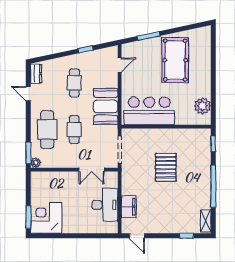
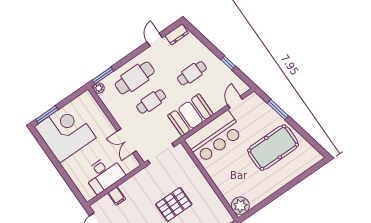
door: (120, 65) -> (235, 102), swing flipped
plant: (202, 106) -> (240, 206), moved
bar counter: (149, 111) -> (214, 137), moved, turned 90
filing cabinet: (129, 207) -> (117, 196), width x0.50
corner desk: (46, 218) -> (65, 132), width x1.36, depth x1.36

